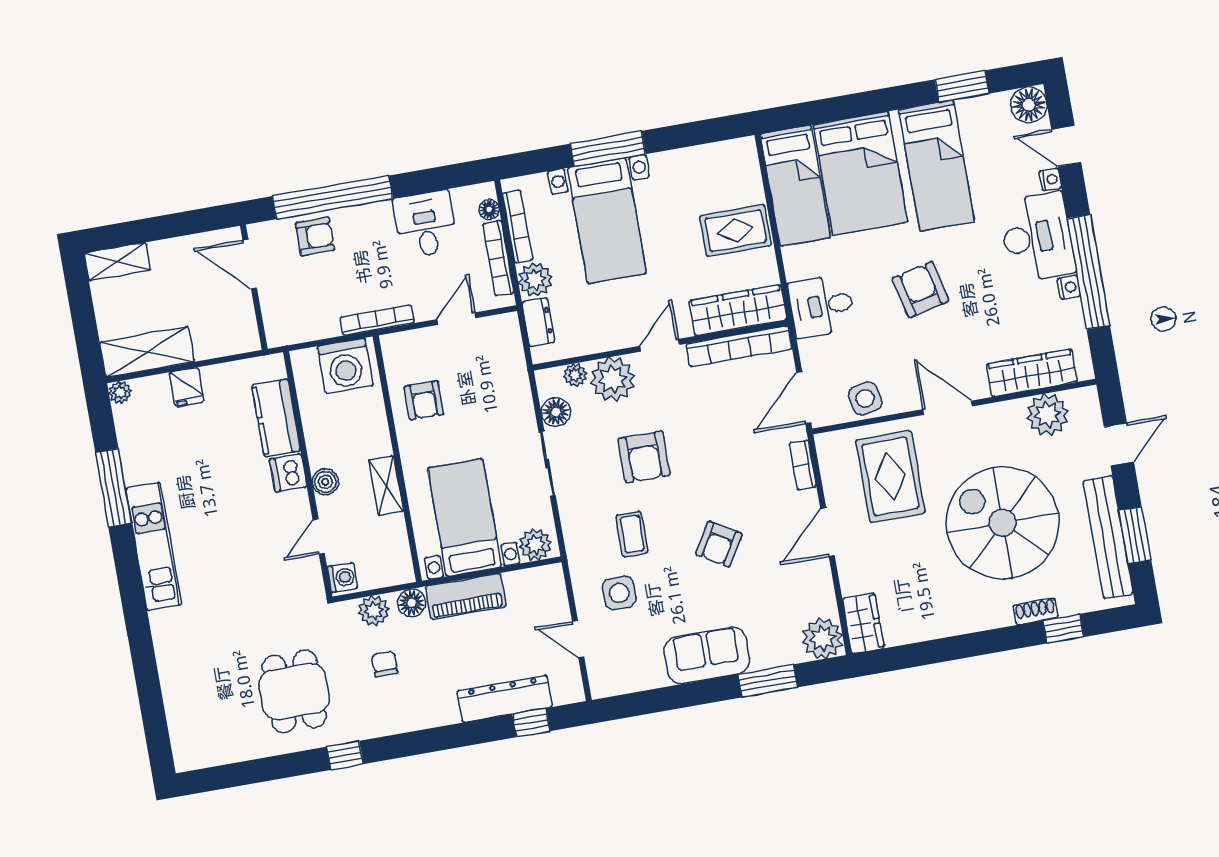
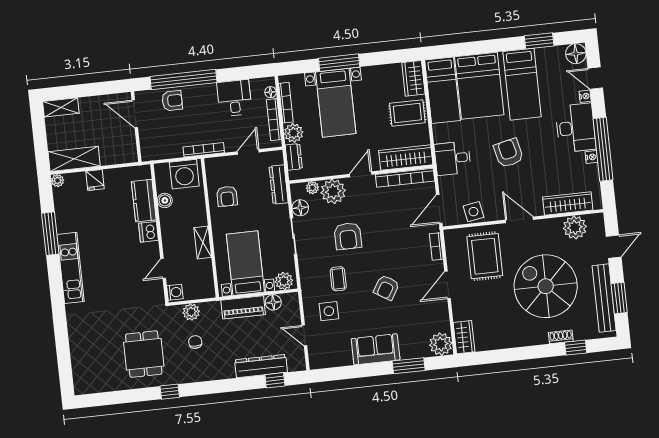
wardrobe: (742, 168) -> (413, 78), added
dresser: (515, 373) -> (279, 184), added
boiler: (325, 482) -> (165, 200), moved
floor lamp: (412, 603) -> (273, 302), moved

